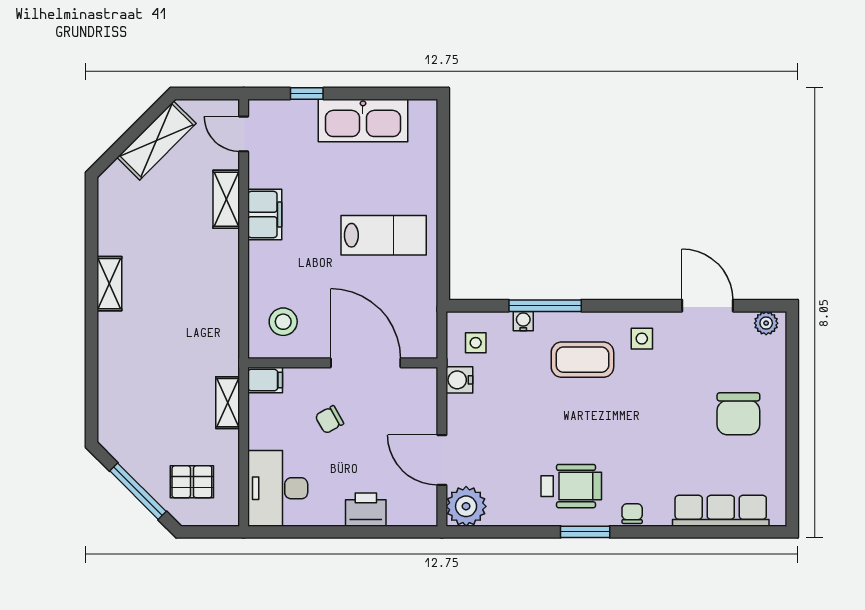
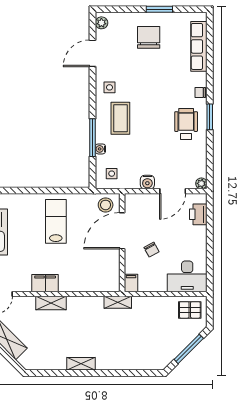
shelving: (226, 199) -> (51, 303), moved
stool: (283, 322) -> (106, 205), moved
water cooler: (459, 380) -> (147, 182), moved
shelving: (228, 403) -> (118, 302), moved
chair: (738, 414) -> (149, 37), turned -90
window: (792, 435) -> (159, 9), added
pallet: (192, 482) -> (190, 310), moved, turned 90
plant: (466, 506) -> (201, 183), width x0.53, depth x0.53
printer: (366, 510) -> (198, 214), moved

